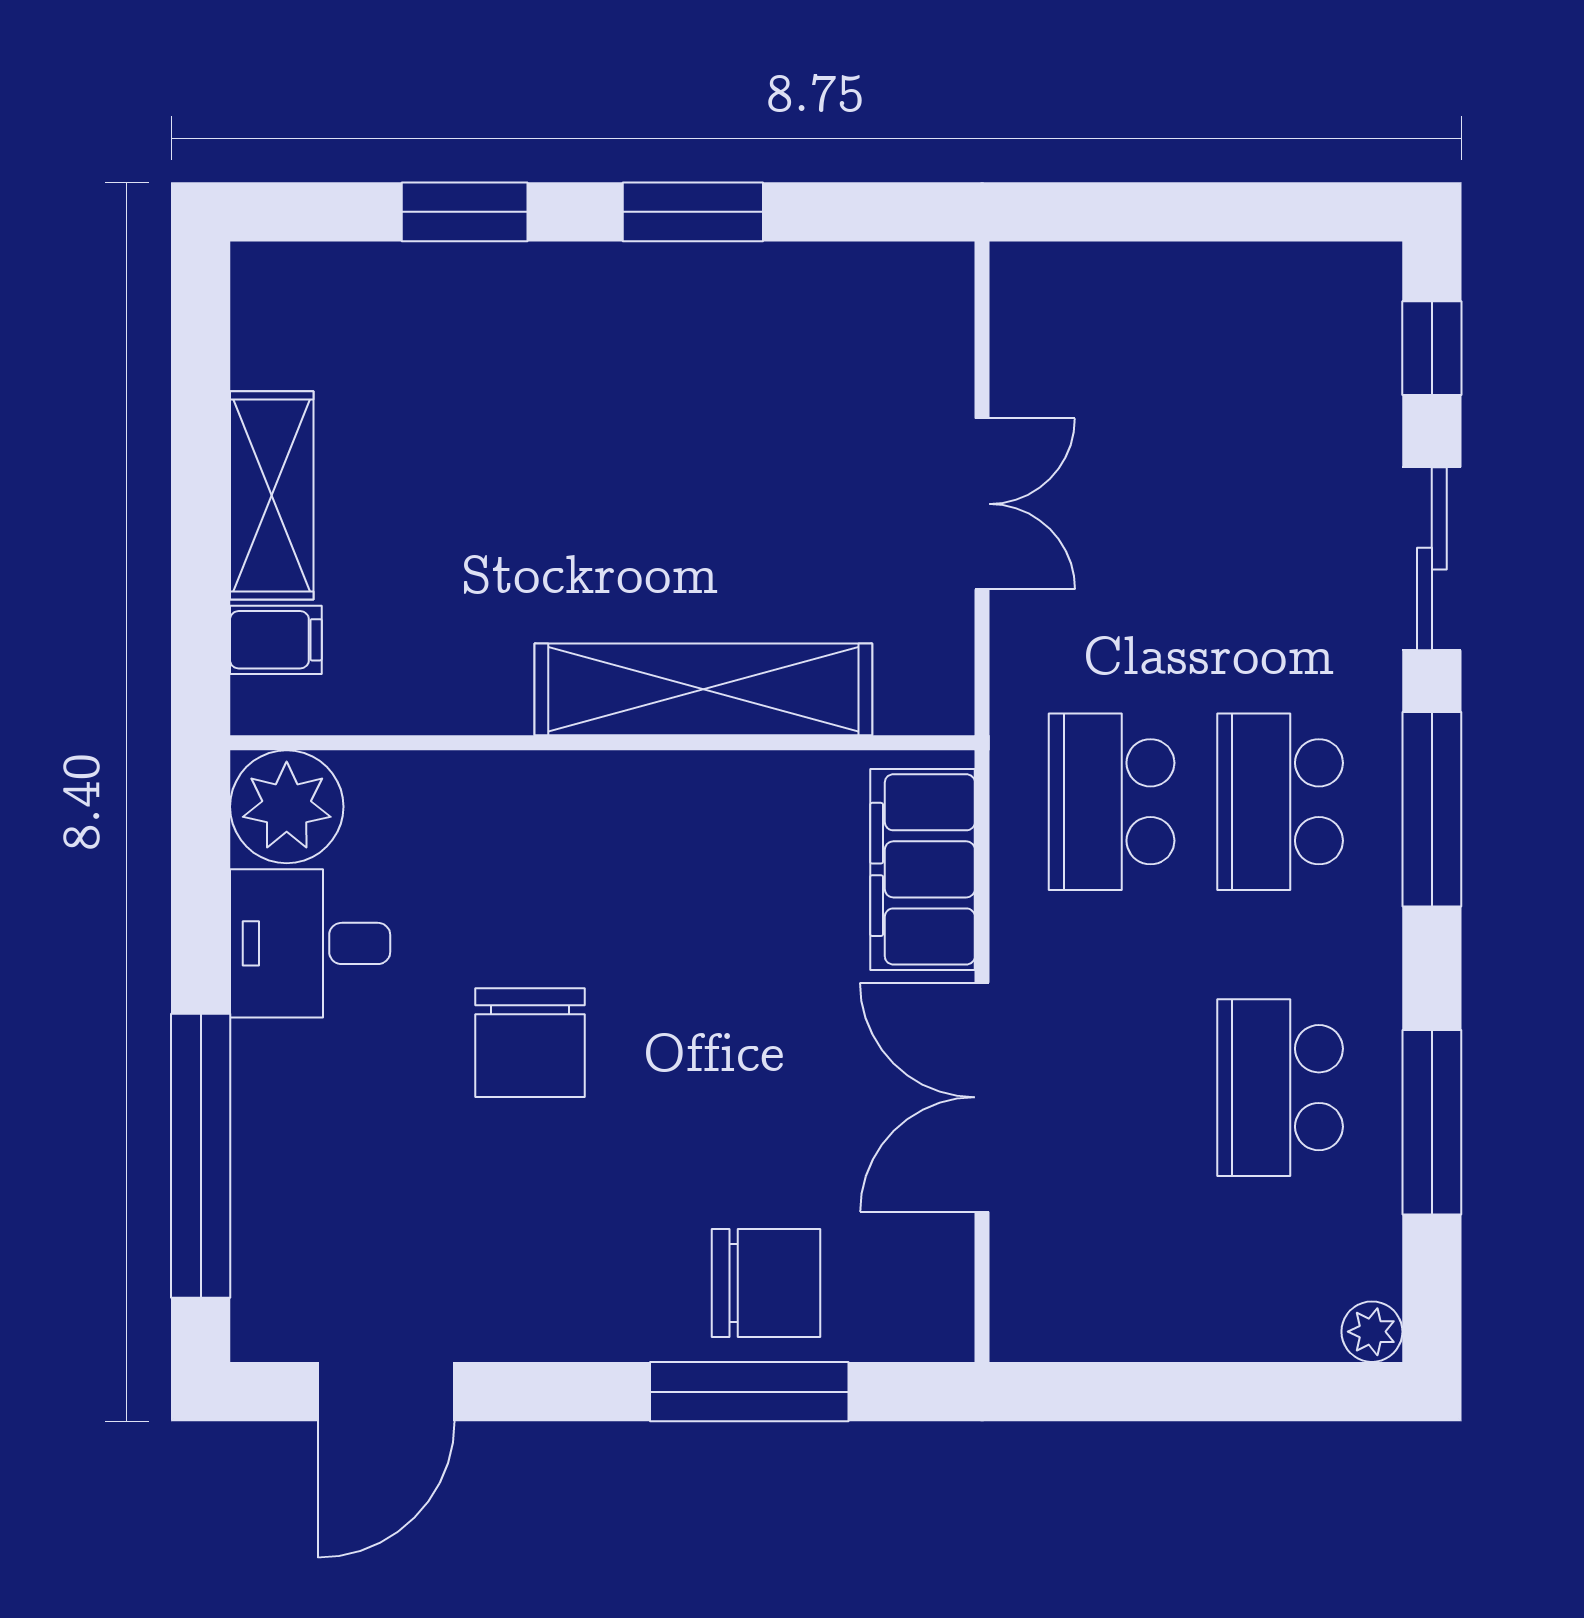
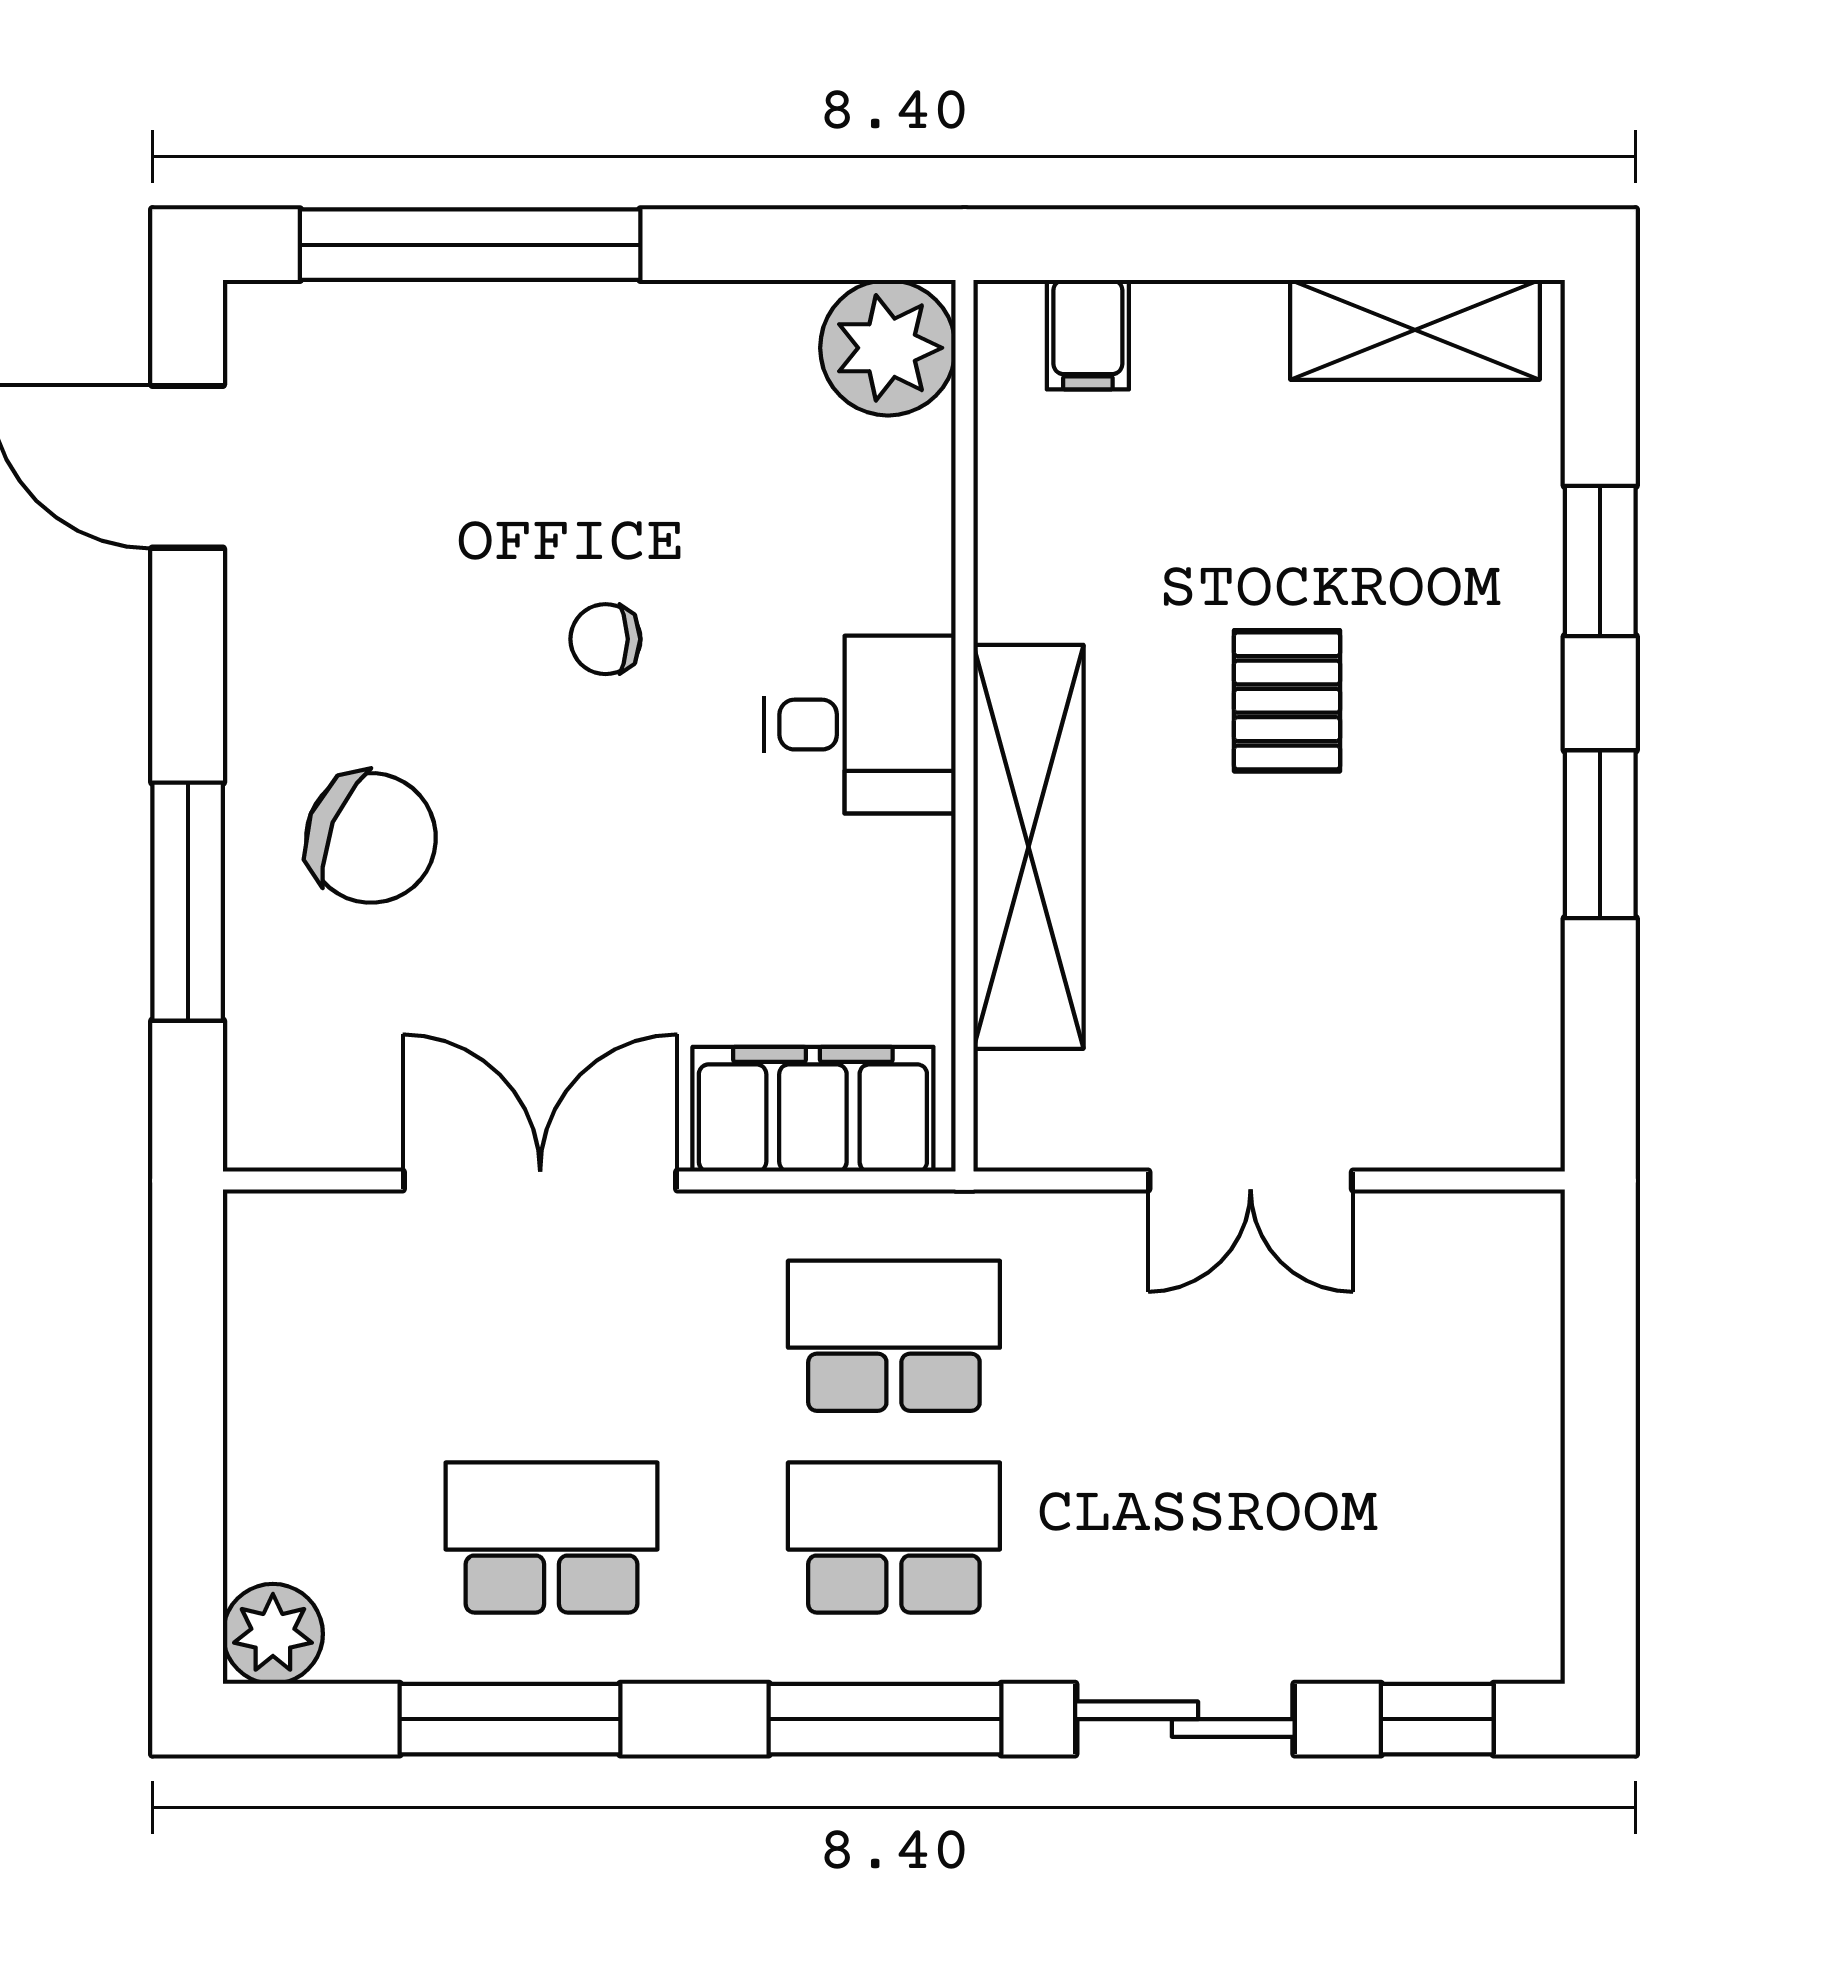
pallet: (582, 474) -> (1287, 701), added
shelving: (272, 495) -> (1415, 330), moved
desk: (310, 943) -> (860, 725), moved, turned 90
chair: (530, 1043) -> (605, 639), width x0.54, depth x0.54
chair: (766, 1283) -> (371, 838), moved, turned -68
plant: (1372, 1332) -> (273, 1634), width x1.38, depth x1.38

